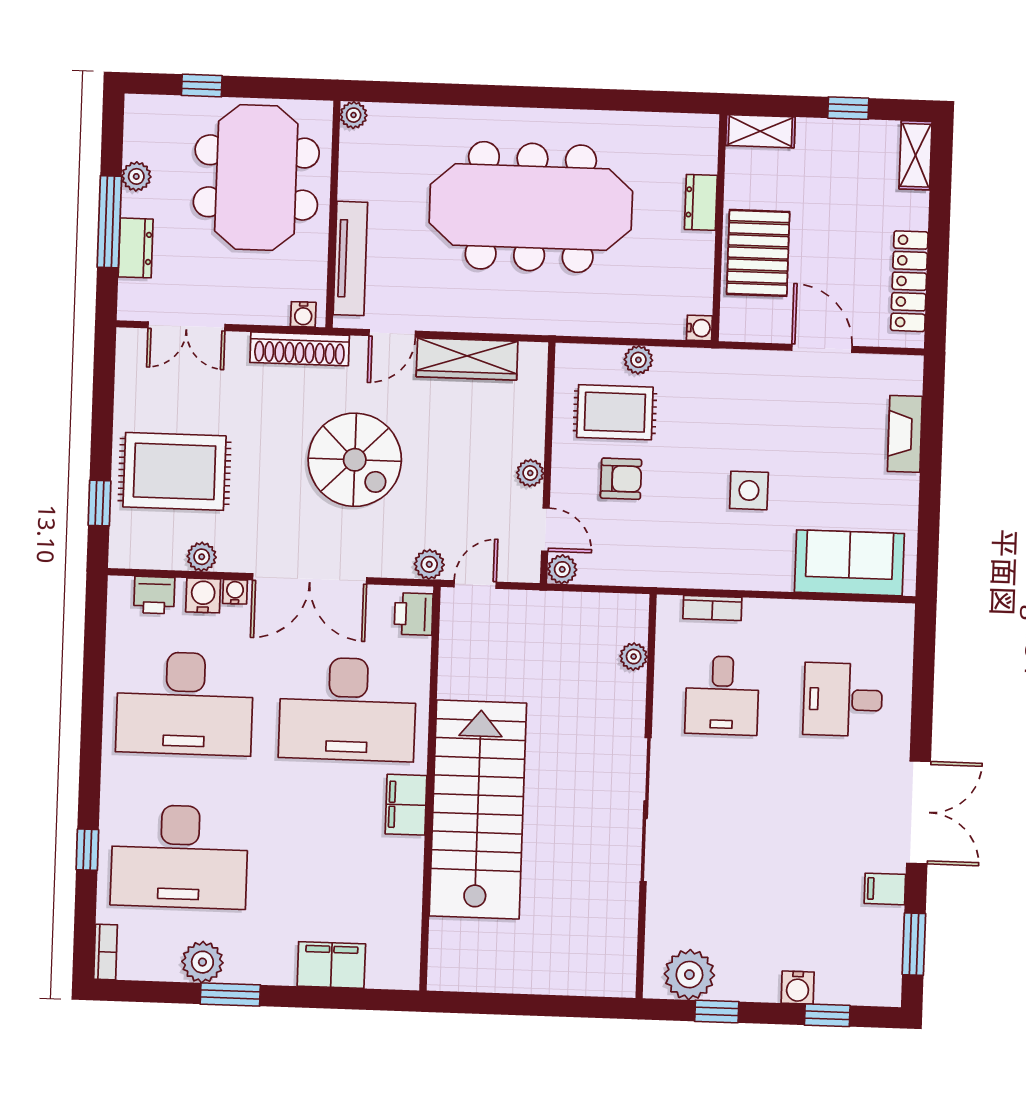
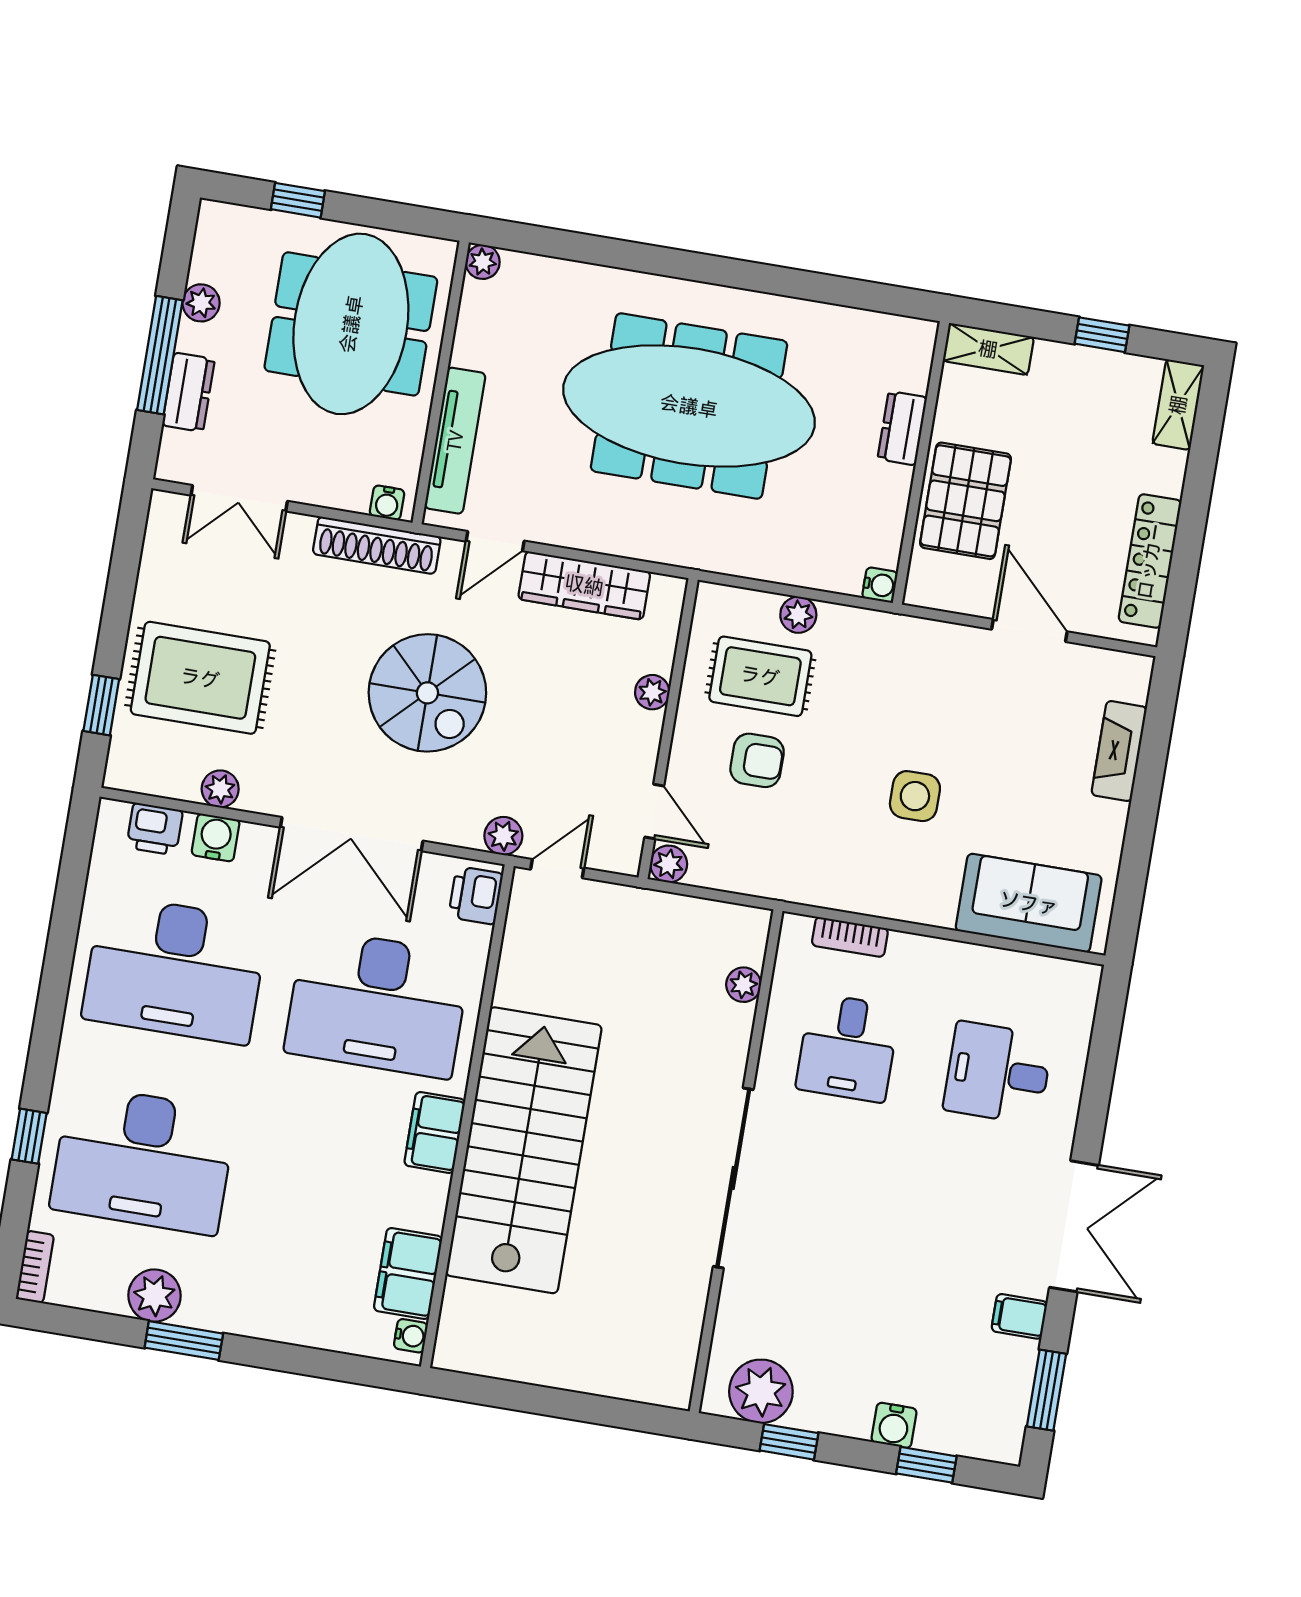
plant: (530, 473) -> (652, 692), moved
water cooler: (235, 592) -> (411, 1336), moved, turned 90
filing cabinet: (331, 965) -> (408, 1274), moved, turned -90

